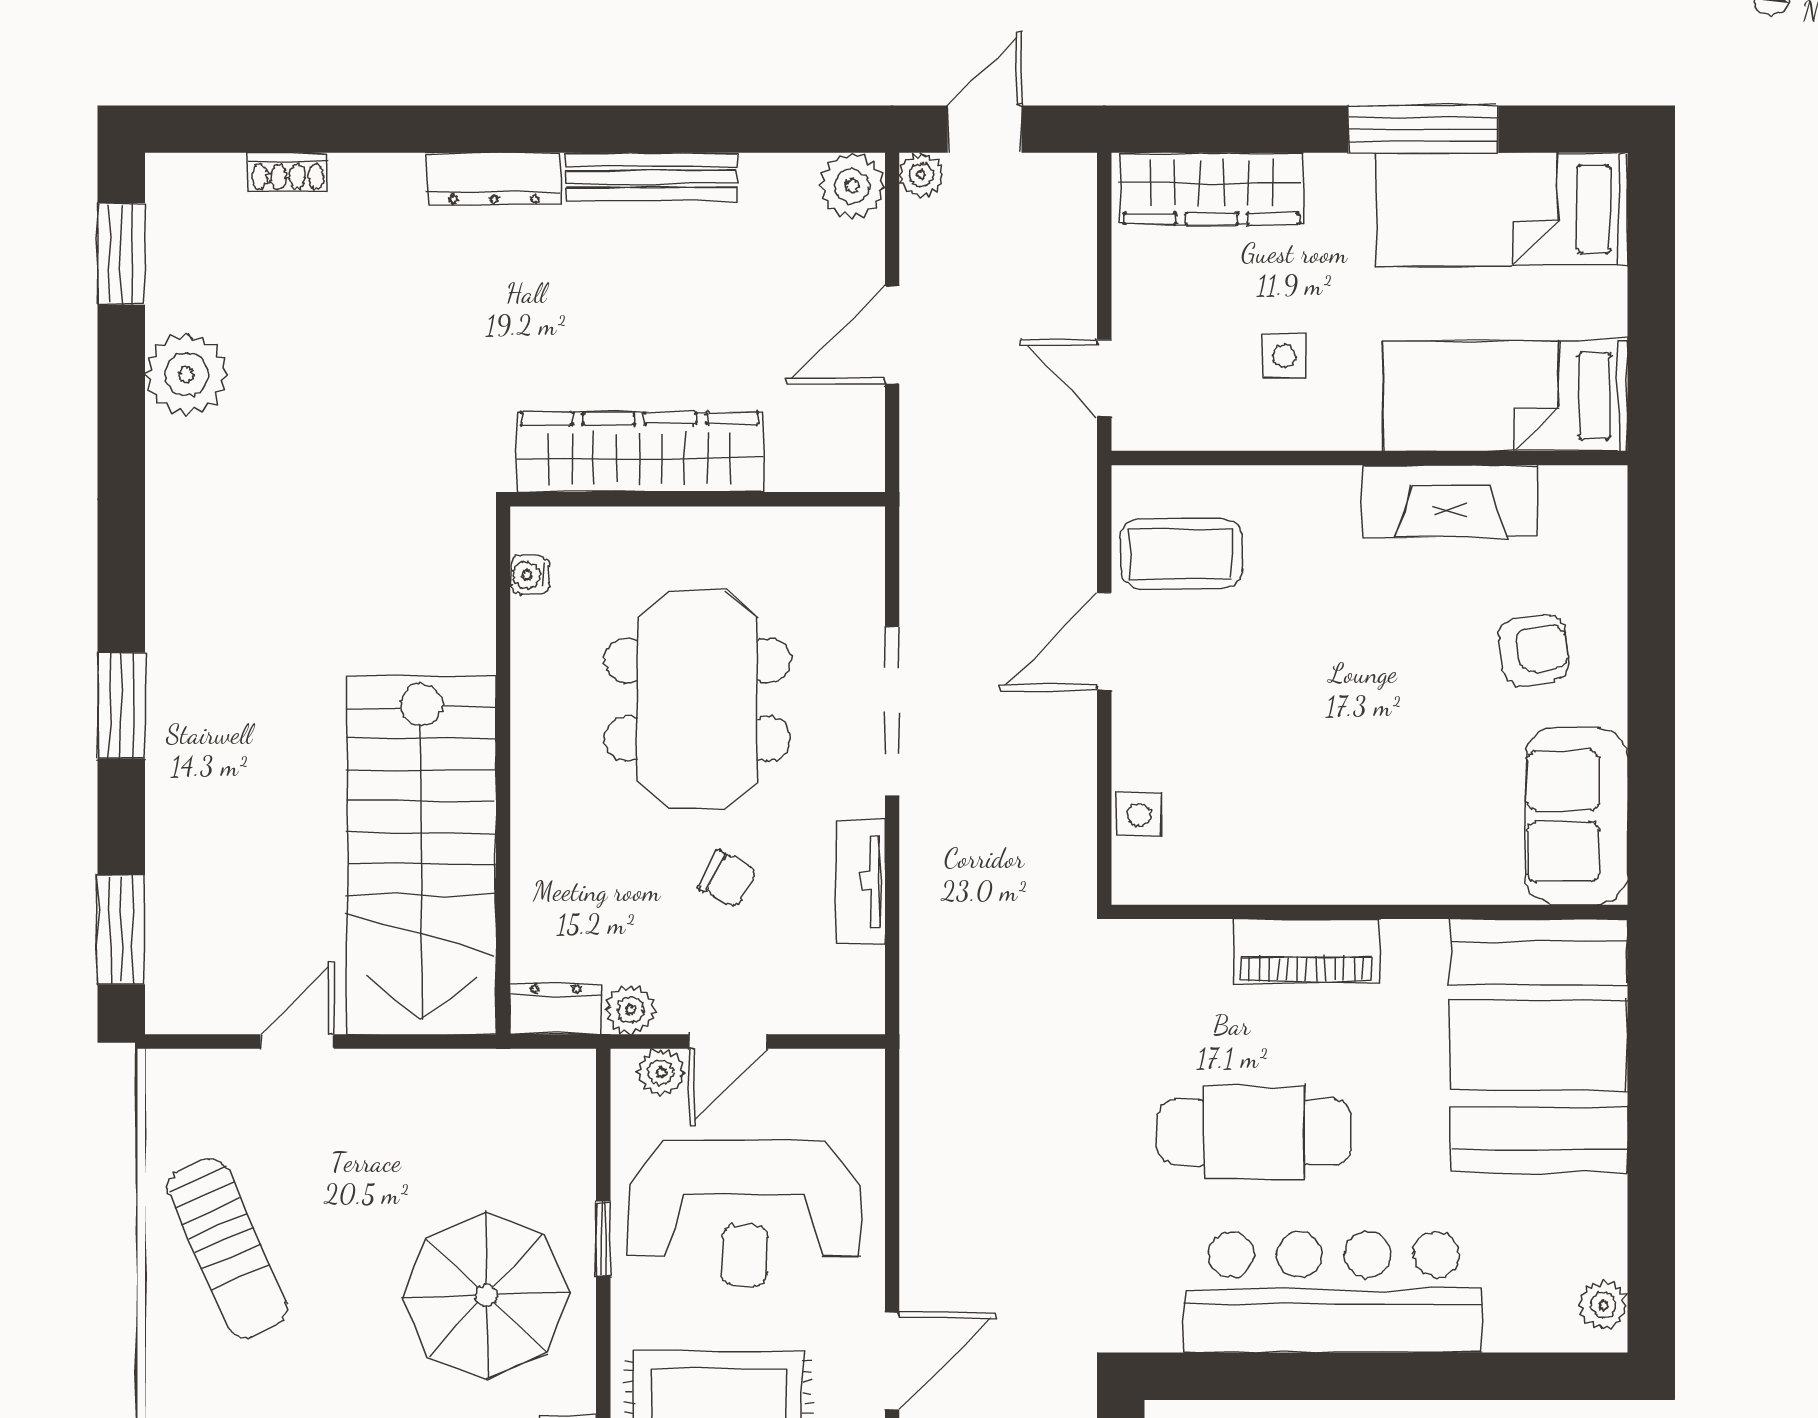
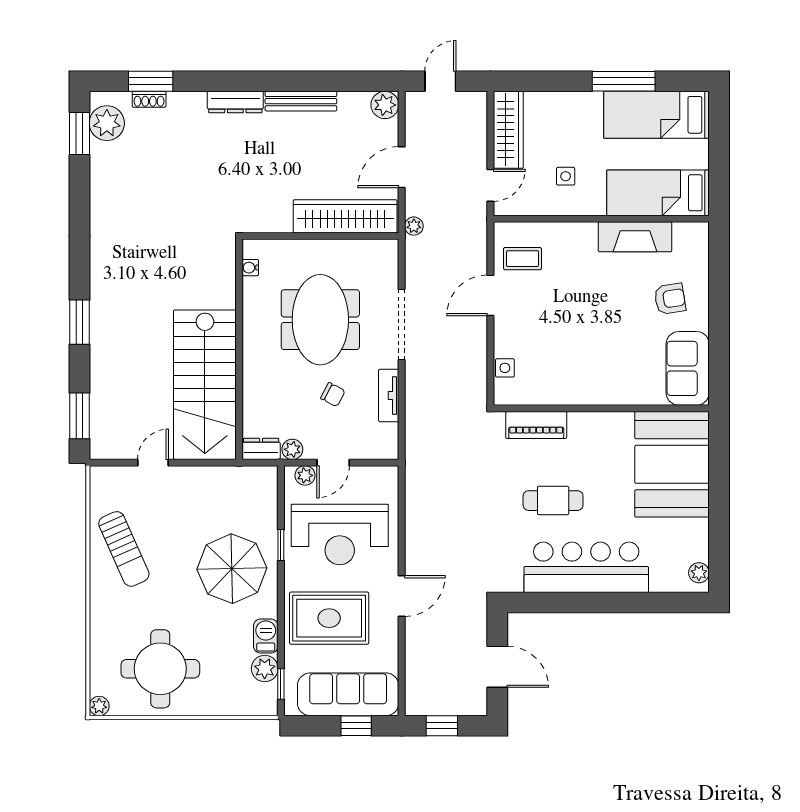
window: (291, 129) -> (151, 81), added
plant: (921, 175) -> (414, 226), moved
wardrobe: (1212, 188) -> (508, 130), moved, turned -90
plant: (187, 374) -> (107, 123), moved
door: (1104, 378) -> (490, 185), swing flipped
wardrobe: (640, 452) -> (345, 216), moved
coffee table: (1181, 553) -> (522, 259), width x0.73, depth x0.77
piano: (1306, 951) -> (536, 425), moved
cafe table: (1254, 1132) -> (553, 501), width x0.73, depth x0.74

